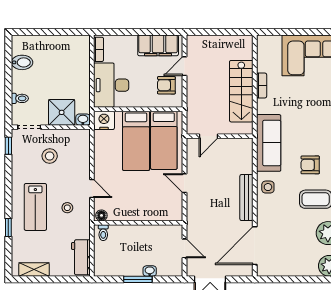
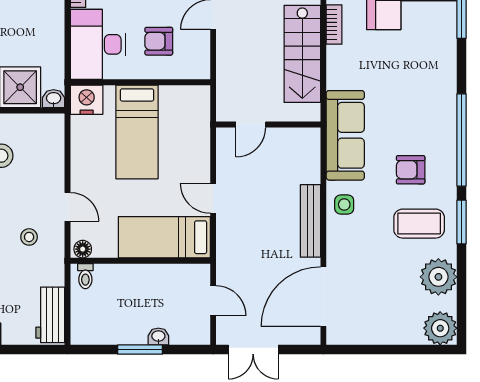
armchair: (166, 85) -> (159, 41), moved
bookcase: (262, 86) -> (334, 24), moved
bed: (164, 140) -> (164, 237), moved, turned 90

